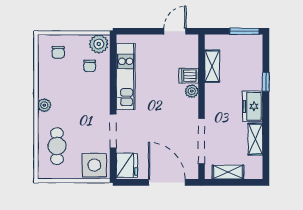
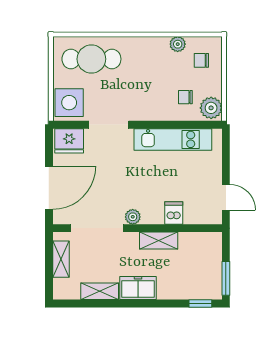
shelving: (212, 66) -> (159, 241), moved
window: (266, 82) -> (200, 304), moved
plant: (192, 91) -> (133, 217), moved
plant: (44, 105) -> (178, 44), moved
cafe table: (57, 146) -> (91, 59), width x1.37, depth x1.35

